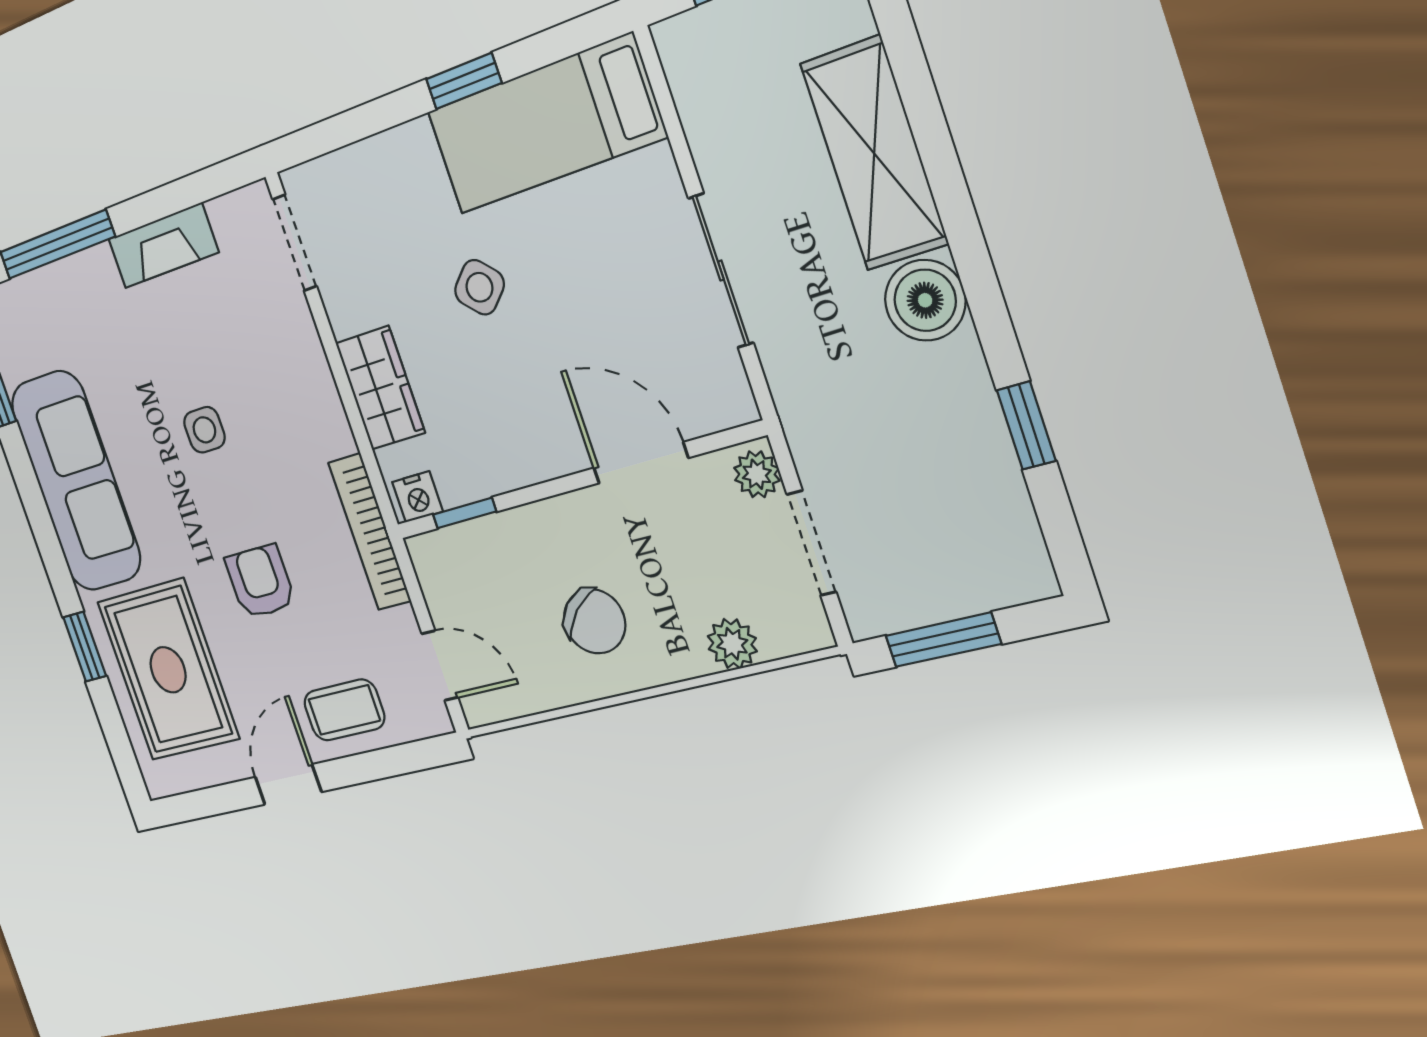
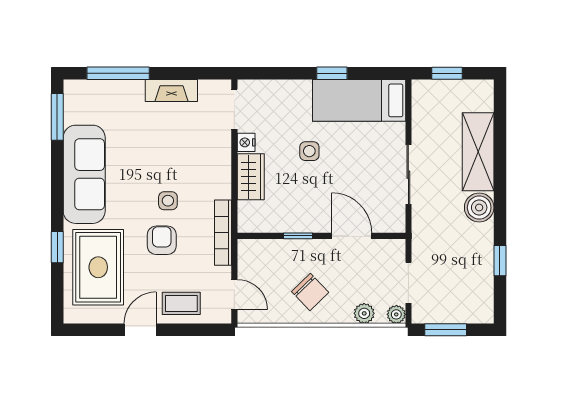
side table: (479, 287) -> (309, 151), turned 45
side table: (204, 430) -> (168, 201), moved
plant: (757, 474) -> (396, 314), moved
nightstand: (417, 497) -> (246, 142), moved, turned 90
window: (465, 513) -> (298, 236), moved

